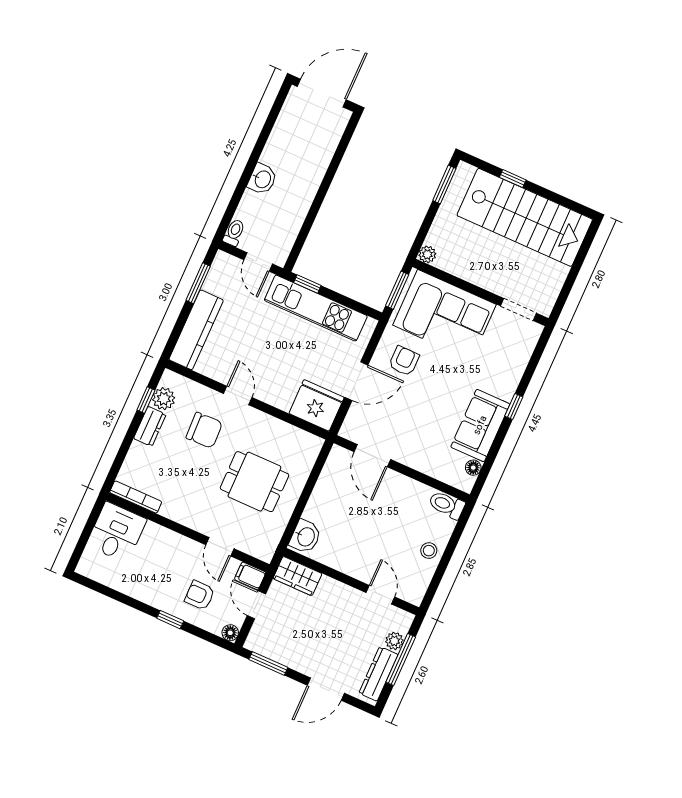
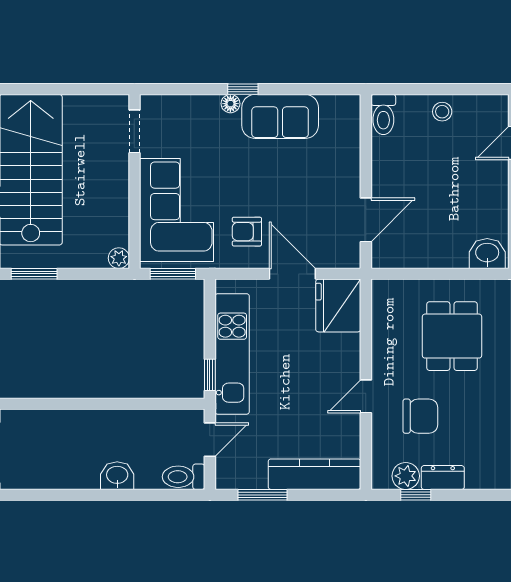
toilet: (234, 233) -> (184, 477), width x1.37, depth x1.39
chair: (204, 430) -> (420, 416), turned 92
floor lamp: (473, 468) -> (230, 104), moved

